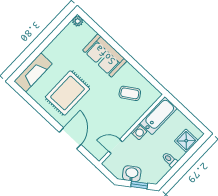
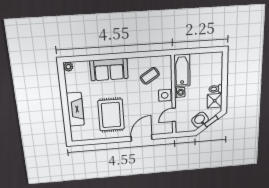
fireplace: (33, 72) -> (75, 109), moved
side table: (125, 122) -> (165, 95), added
door: (70, 138) -> (142, 138), hinge flipped
shower: (186, 141) -> (215, 101), moved

